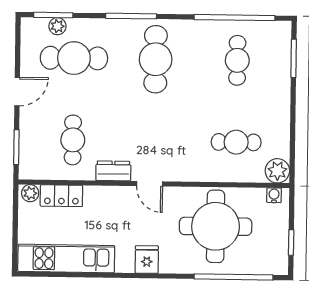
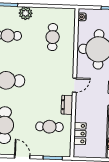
plant: (277, 171) -> (26, 13), moved
plant: (30, 193) -> (78, 151), removed

